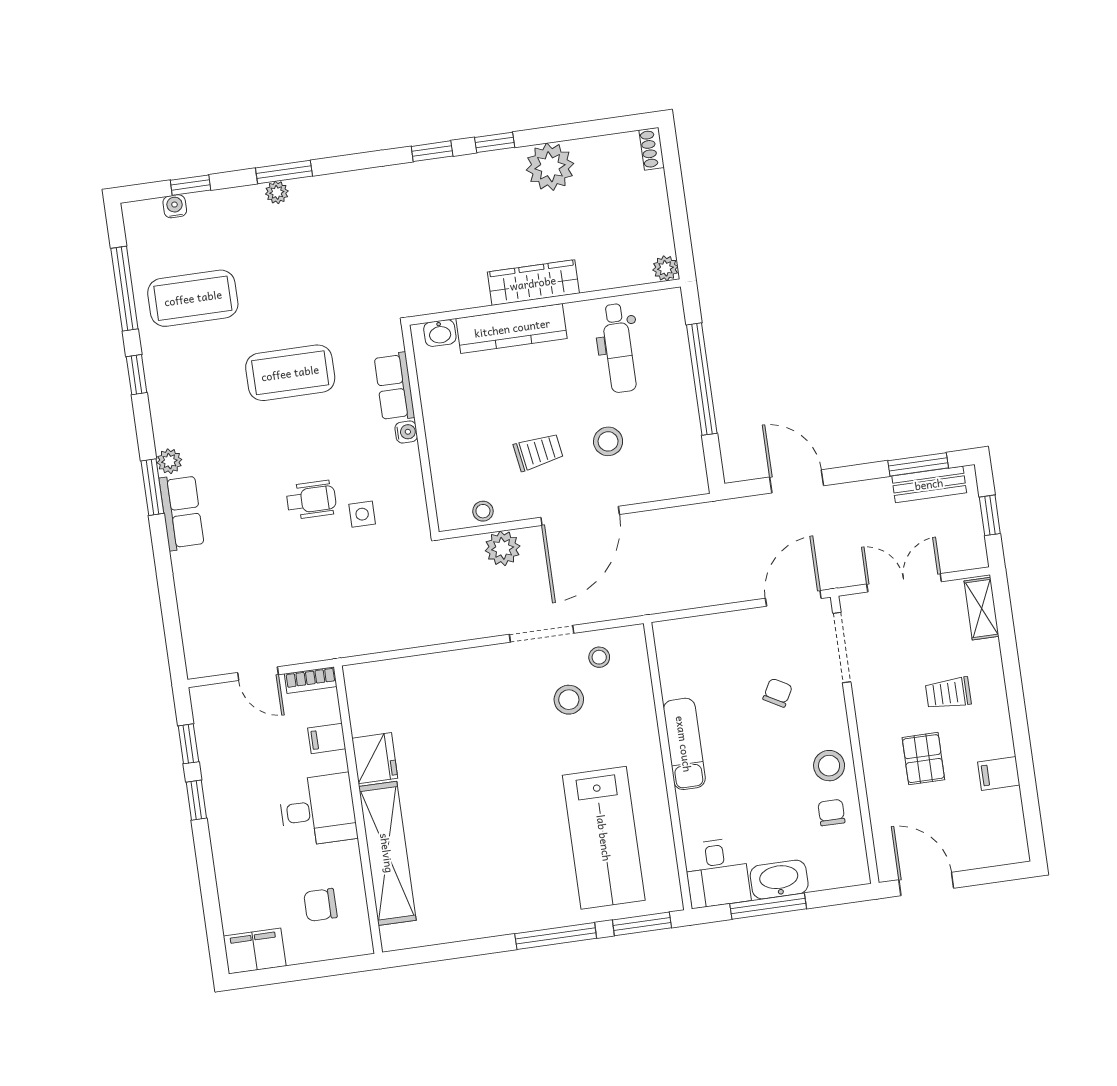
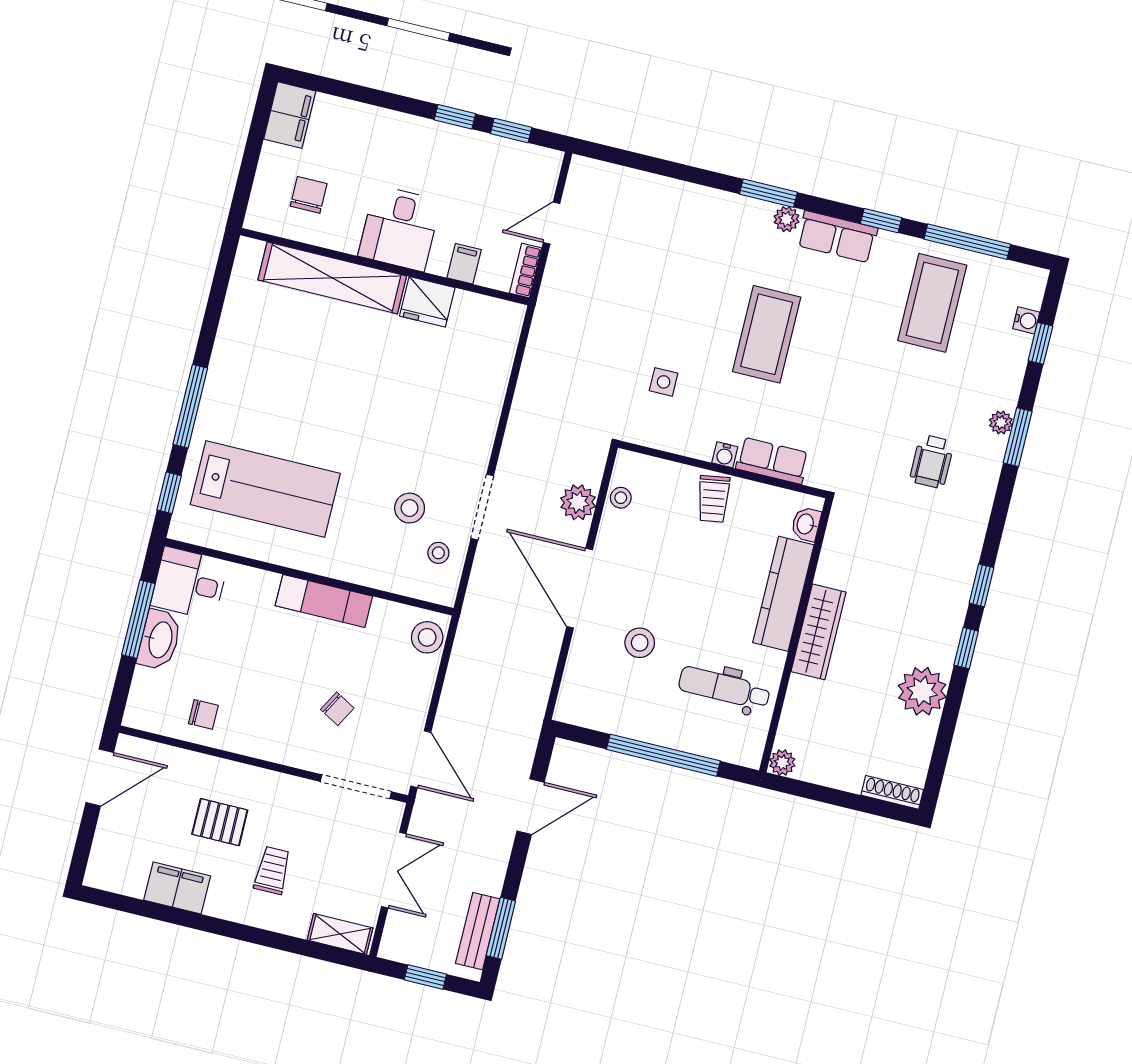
shoe rack: (652, 149) -> (892, 792), width x1.43
coffee table: (290, 373) -> (767, 334), moved
trolley: (538, 452) -> (713, 499), moved
wheelchair: (311, 500) -> (932, 461), moved
row of seats: (182, 512) -> (837, 237), moved
stool: (829, 766) -> (427, 637), moved
filing cabinet: (999, 774) -> (177, 888), width x2.00
lab bench: (604, 838) -> (265, 489), turned 180
window: (642, 924) -> (169, 493), width x0.67

